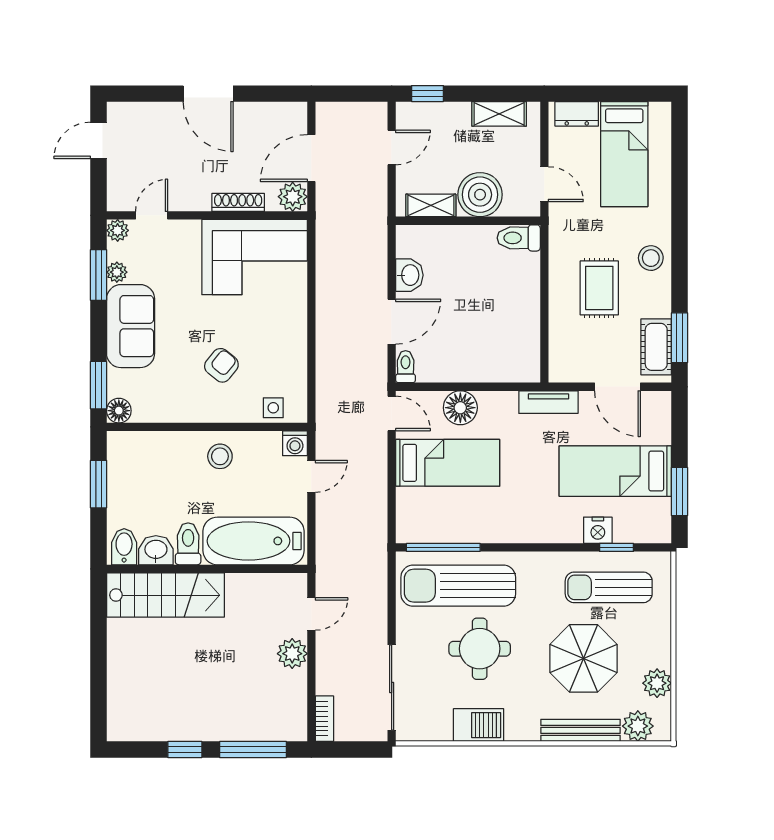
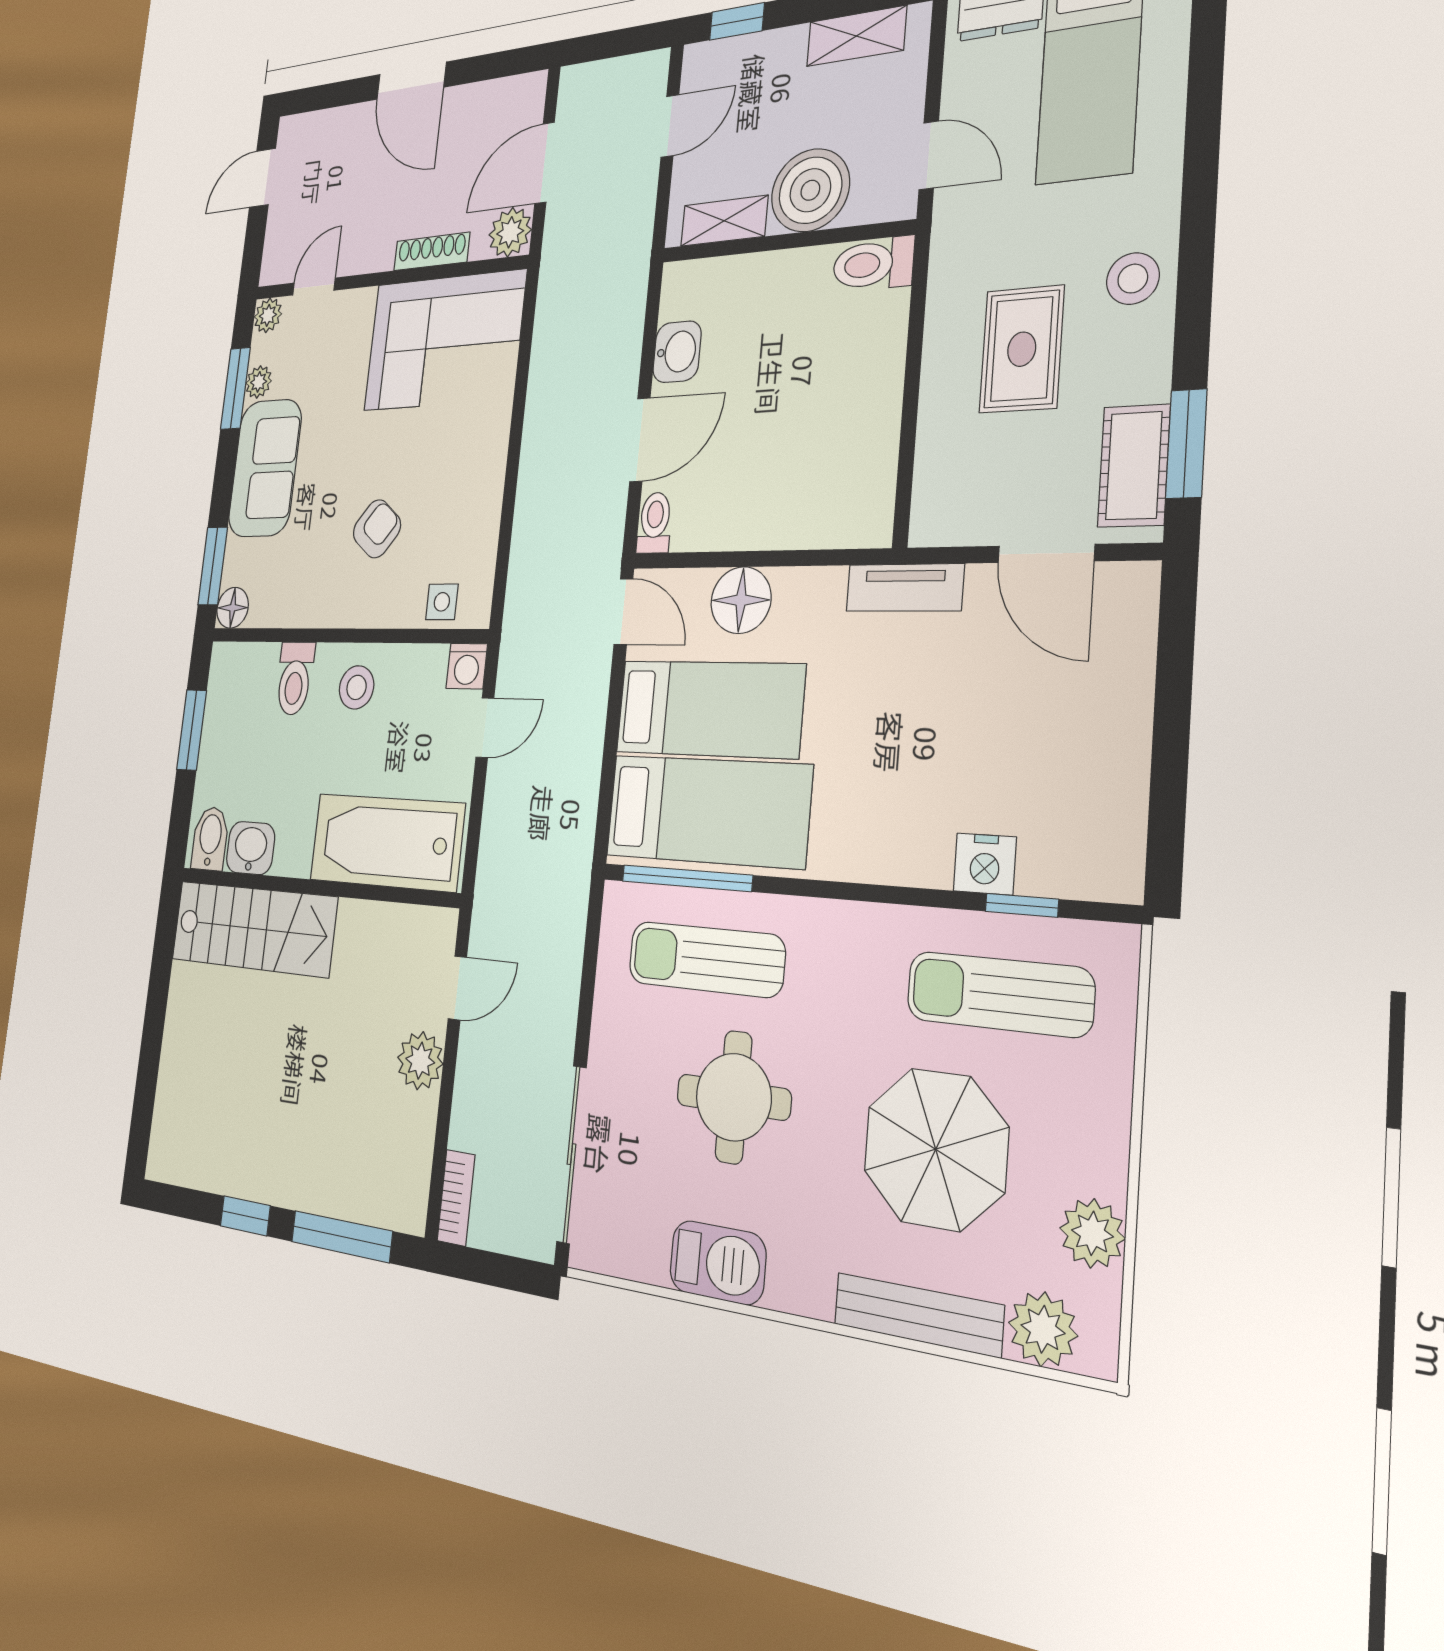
bed: (615, 471) -> (708, 811), moved, turned 180
window: (679, 492) -> (1168, 787), removed
toilet: (188, 544) -> (295, 678), moved, turned 180
sun lounger: (458, 586) -> (706, 959), width x0.73, depth x0.75

